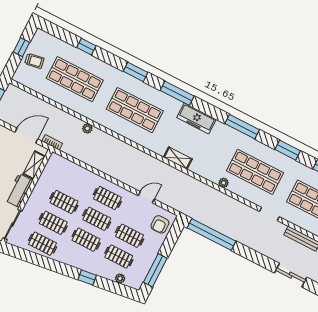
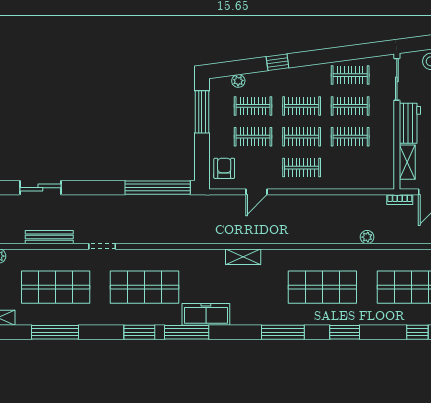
freezer: (197, 118) -> (206, 314), moved
window: (288, 150) -> (139, 332), moved
plant: (224, 183) -> (175, 255), removed

